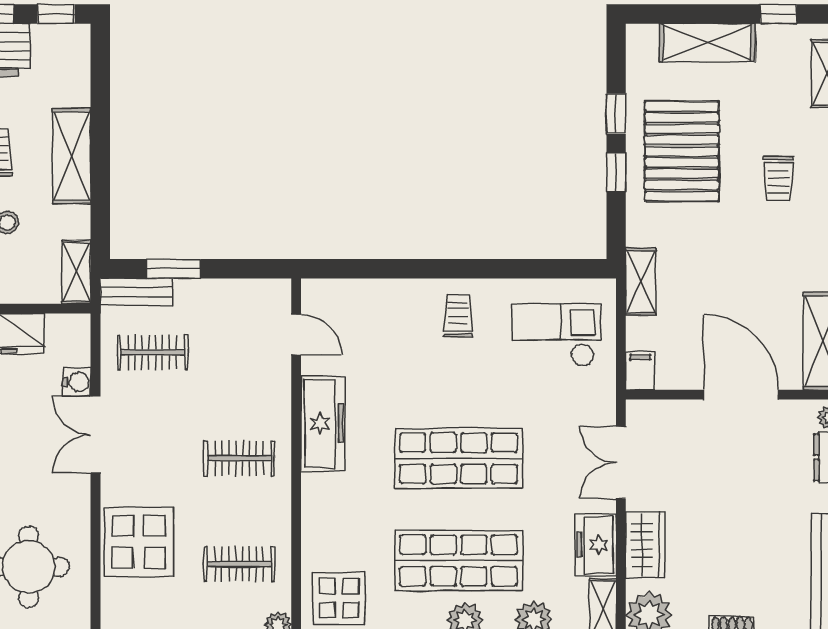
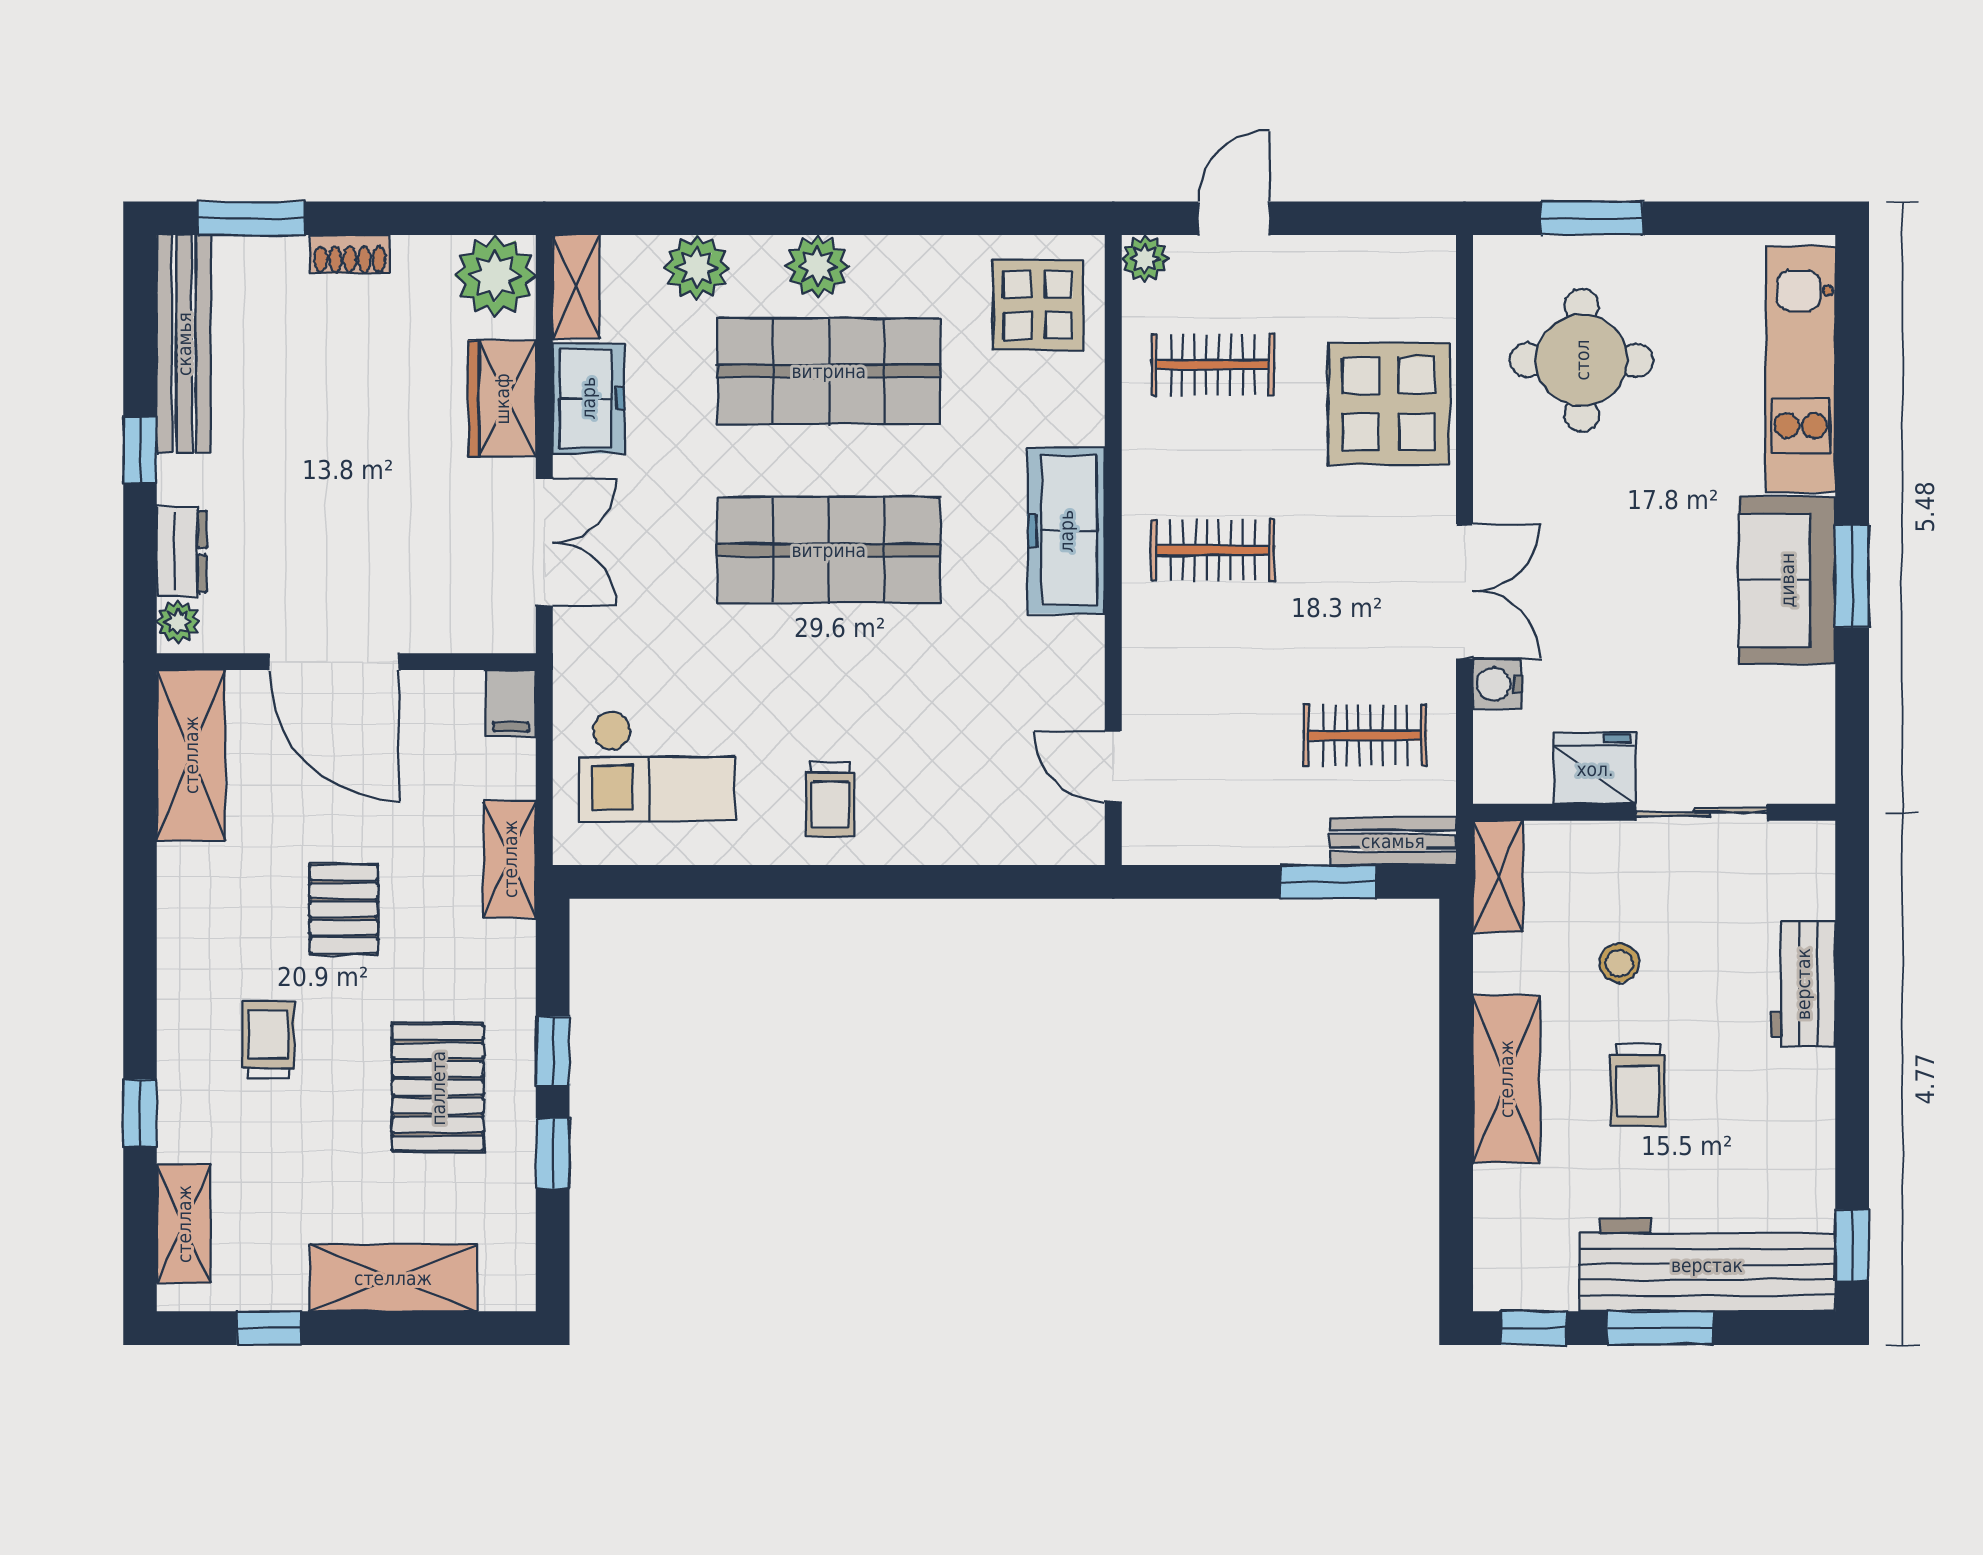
pallet: (682, 151) -> (438, 1088), width x0.73, depth x0.71
pallet: (735, 253) -> (344, 909), added
freezer: (323, 423) -> (1066, 531), moved

